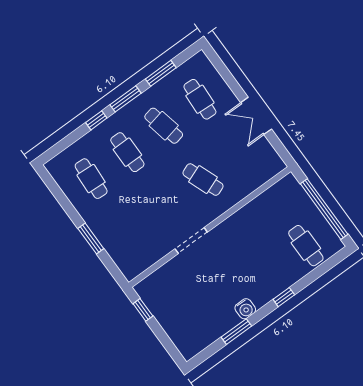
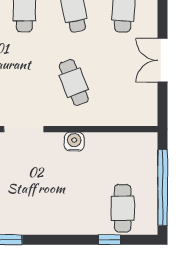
window: (284, 297) -> (109, 240), moved
water cooler: (245, 309) -> (74, 142), moved, turned 180

